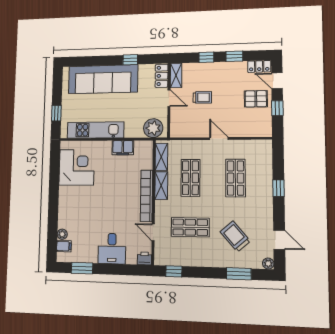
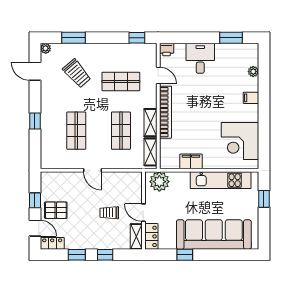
filing cabinet: (64, 246) -> (251, 98), moved

